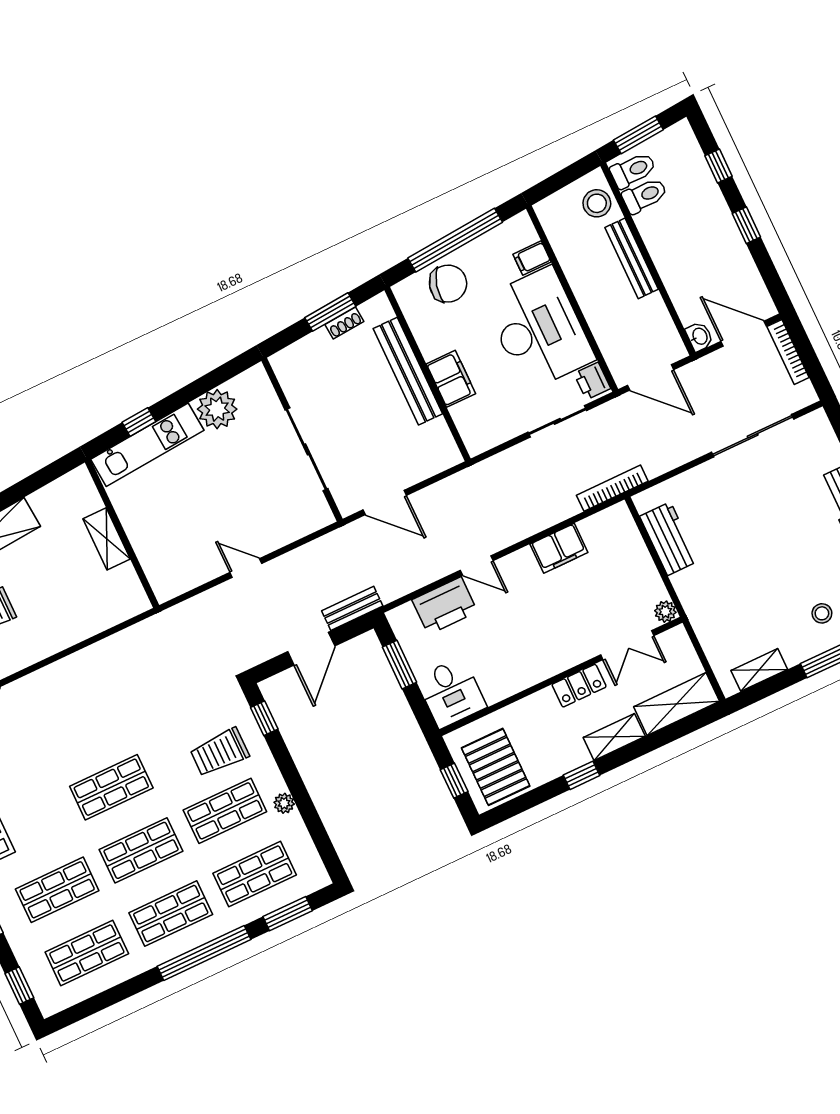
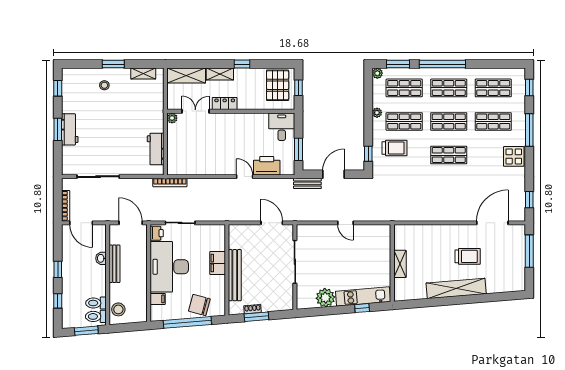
bench: (632, 258) -> (114, 264), moved
washbasin: (699, 336) -> (101, 258), moved
filing cabinet: (559, 548) -> (205, 167), removed
plant: (318, 878) -> (377, 73), added

